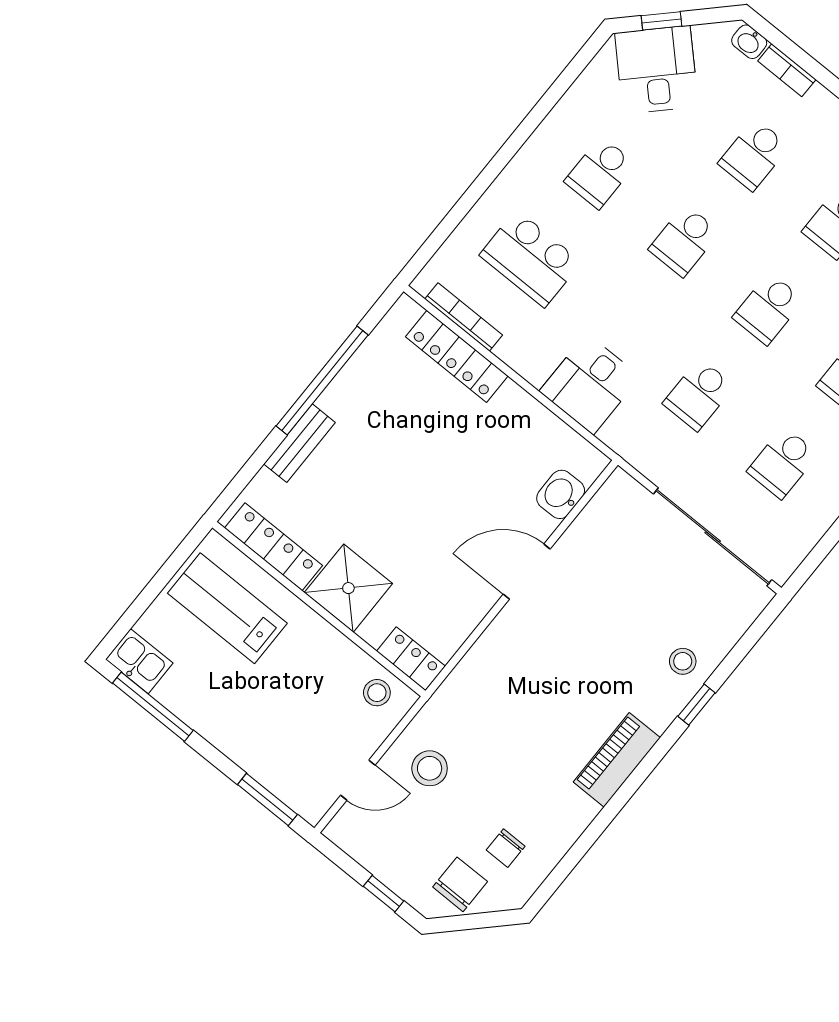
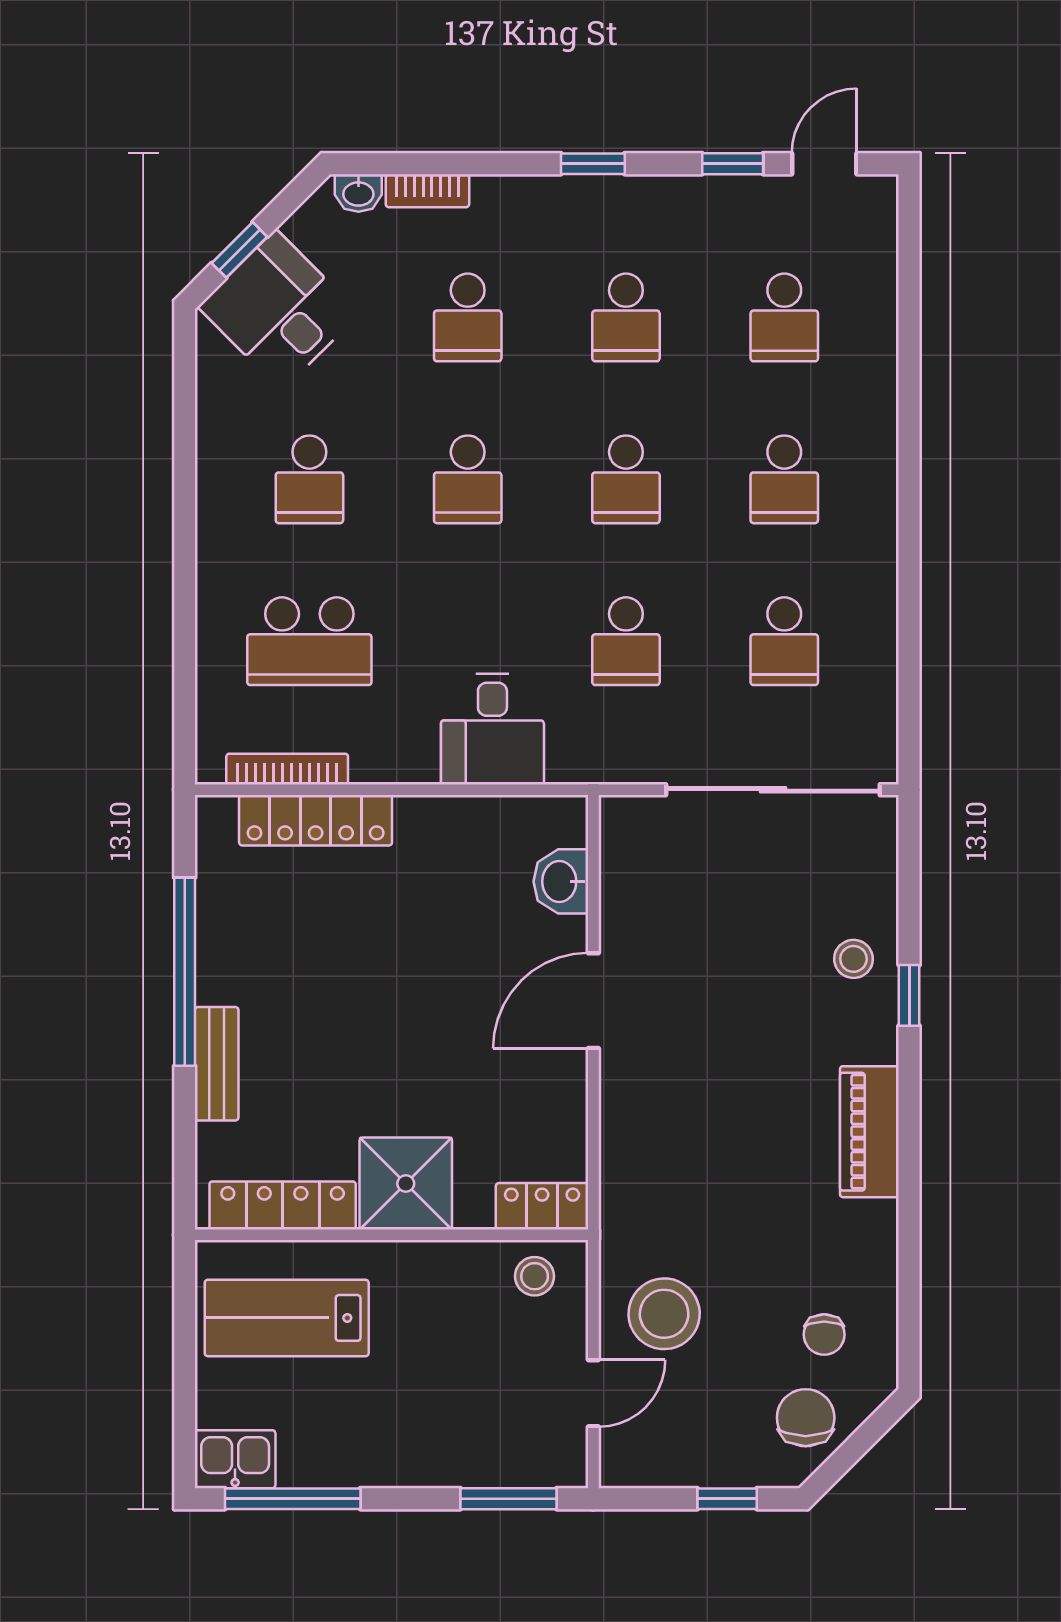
stool: (430, 768) -> (664, 1314), width x1.38, depth x1.38

